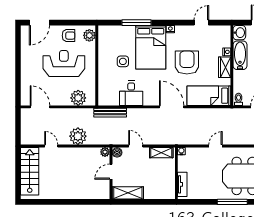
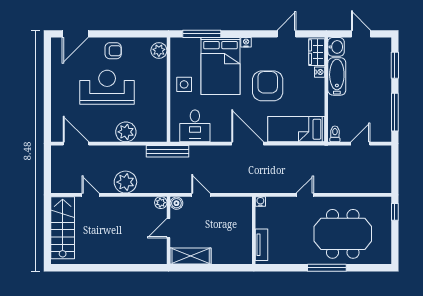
plant: (89, 35) -> (159, 51), moved
wall: (97, 65) -> (169, 90), moved
wardrobe: (225, 67) -> (317, 52), moved
shelving: (161, 153) -> (234, 203), removed

